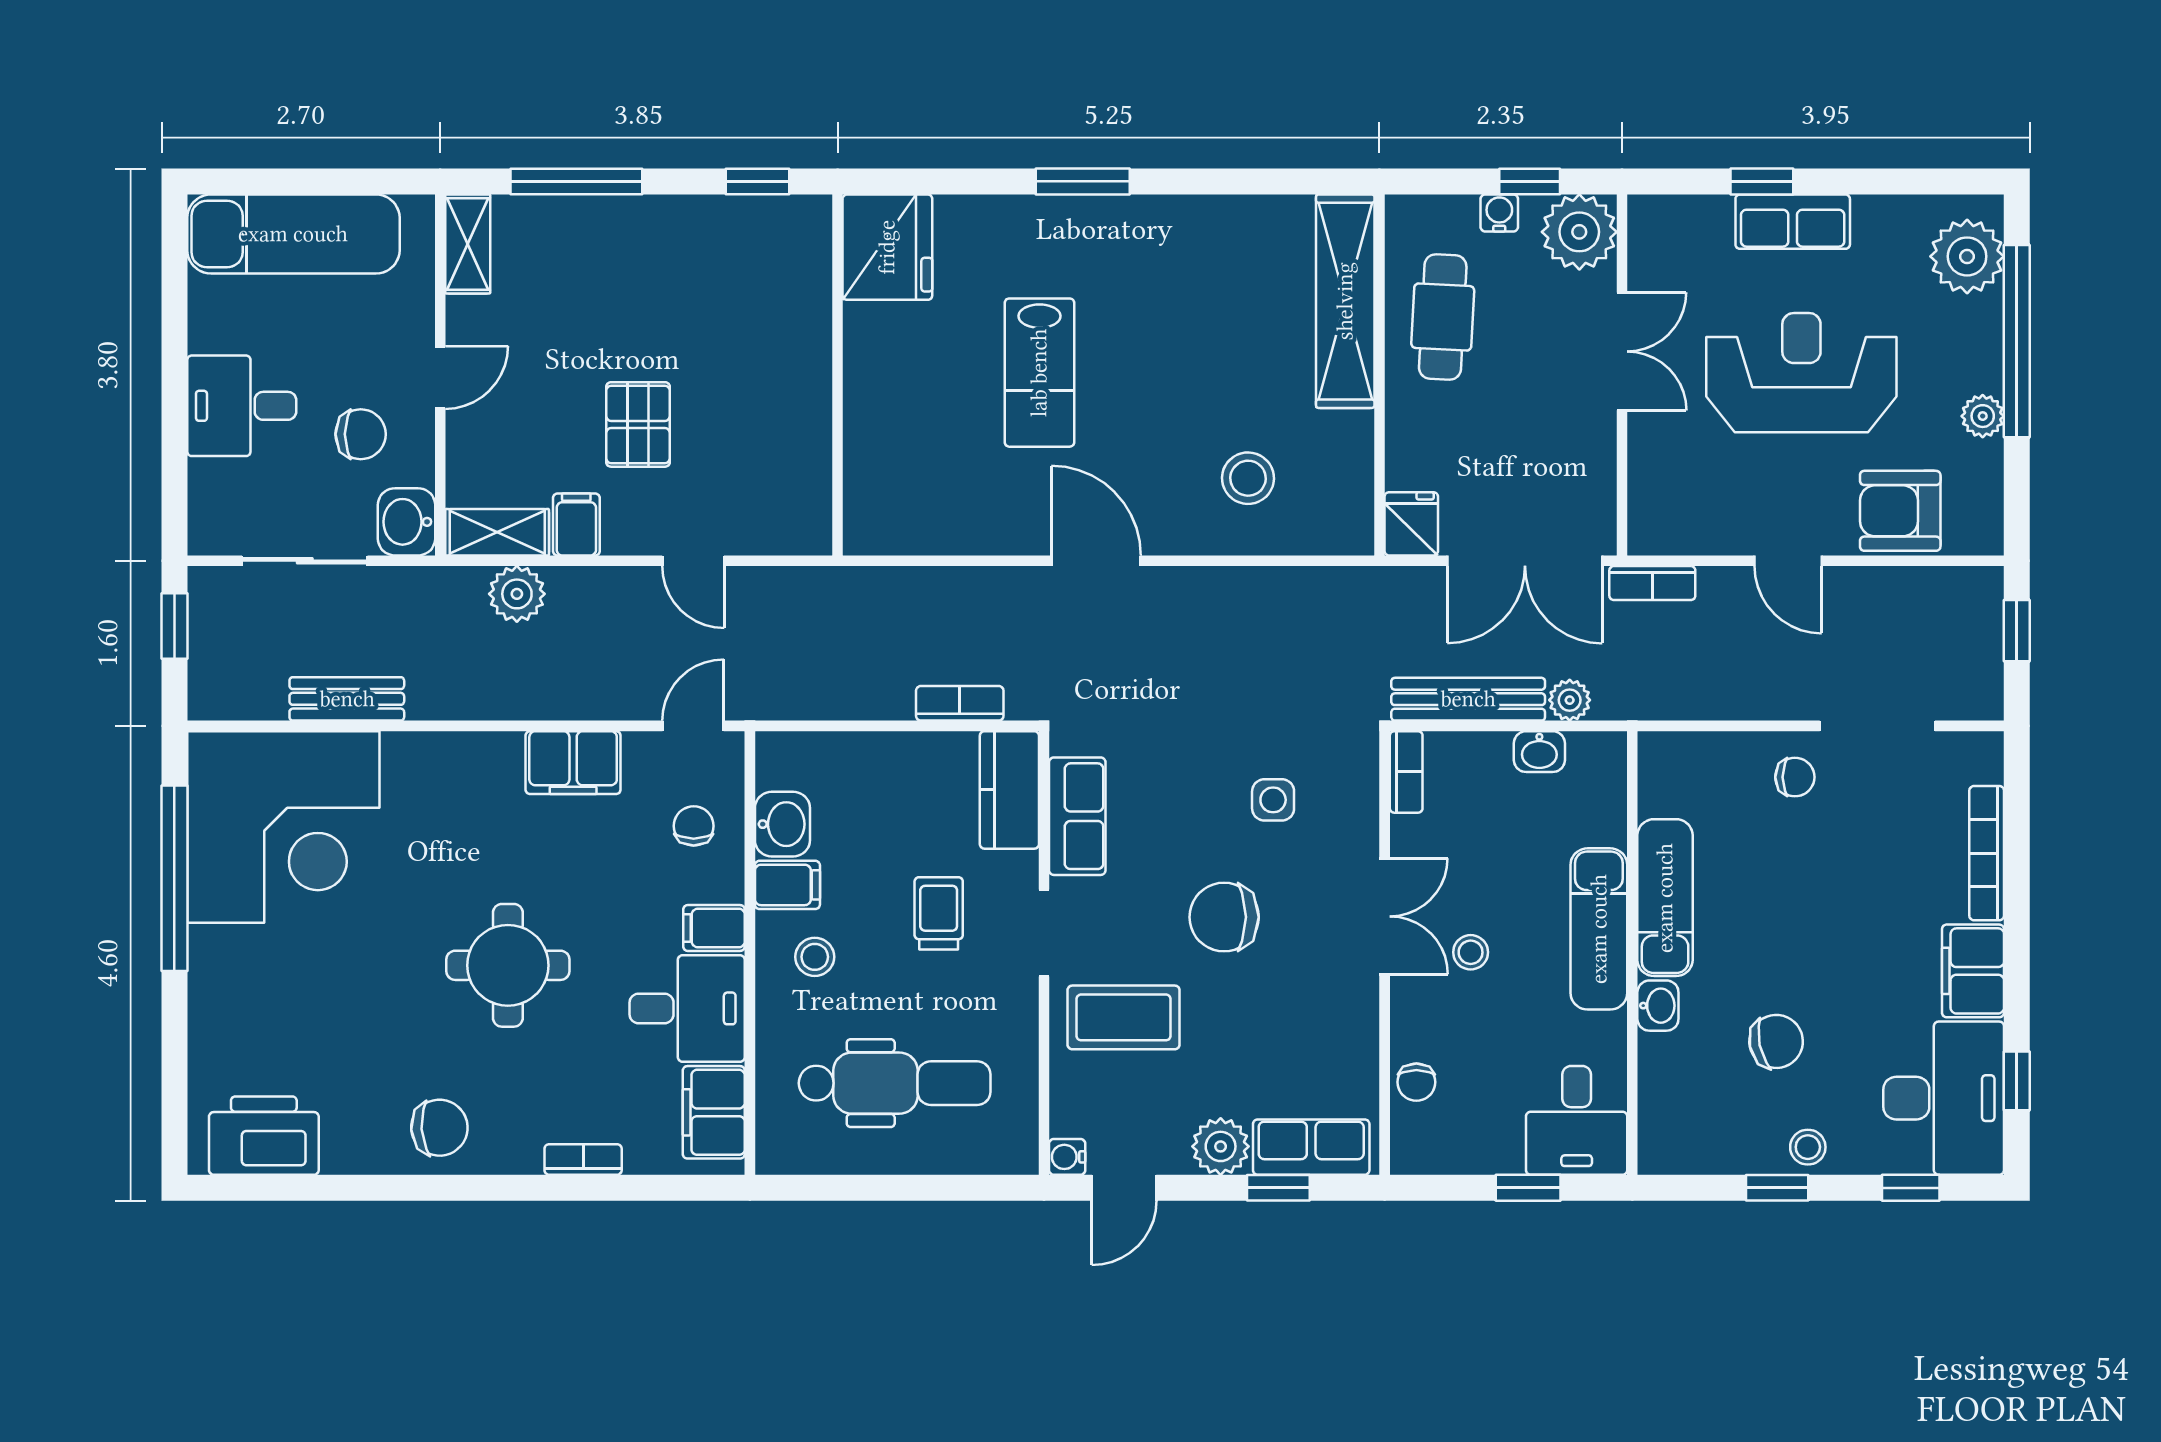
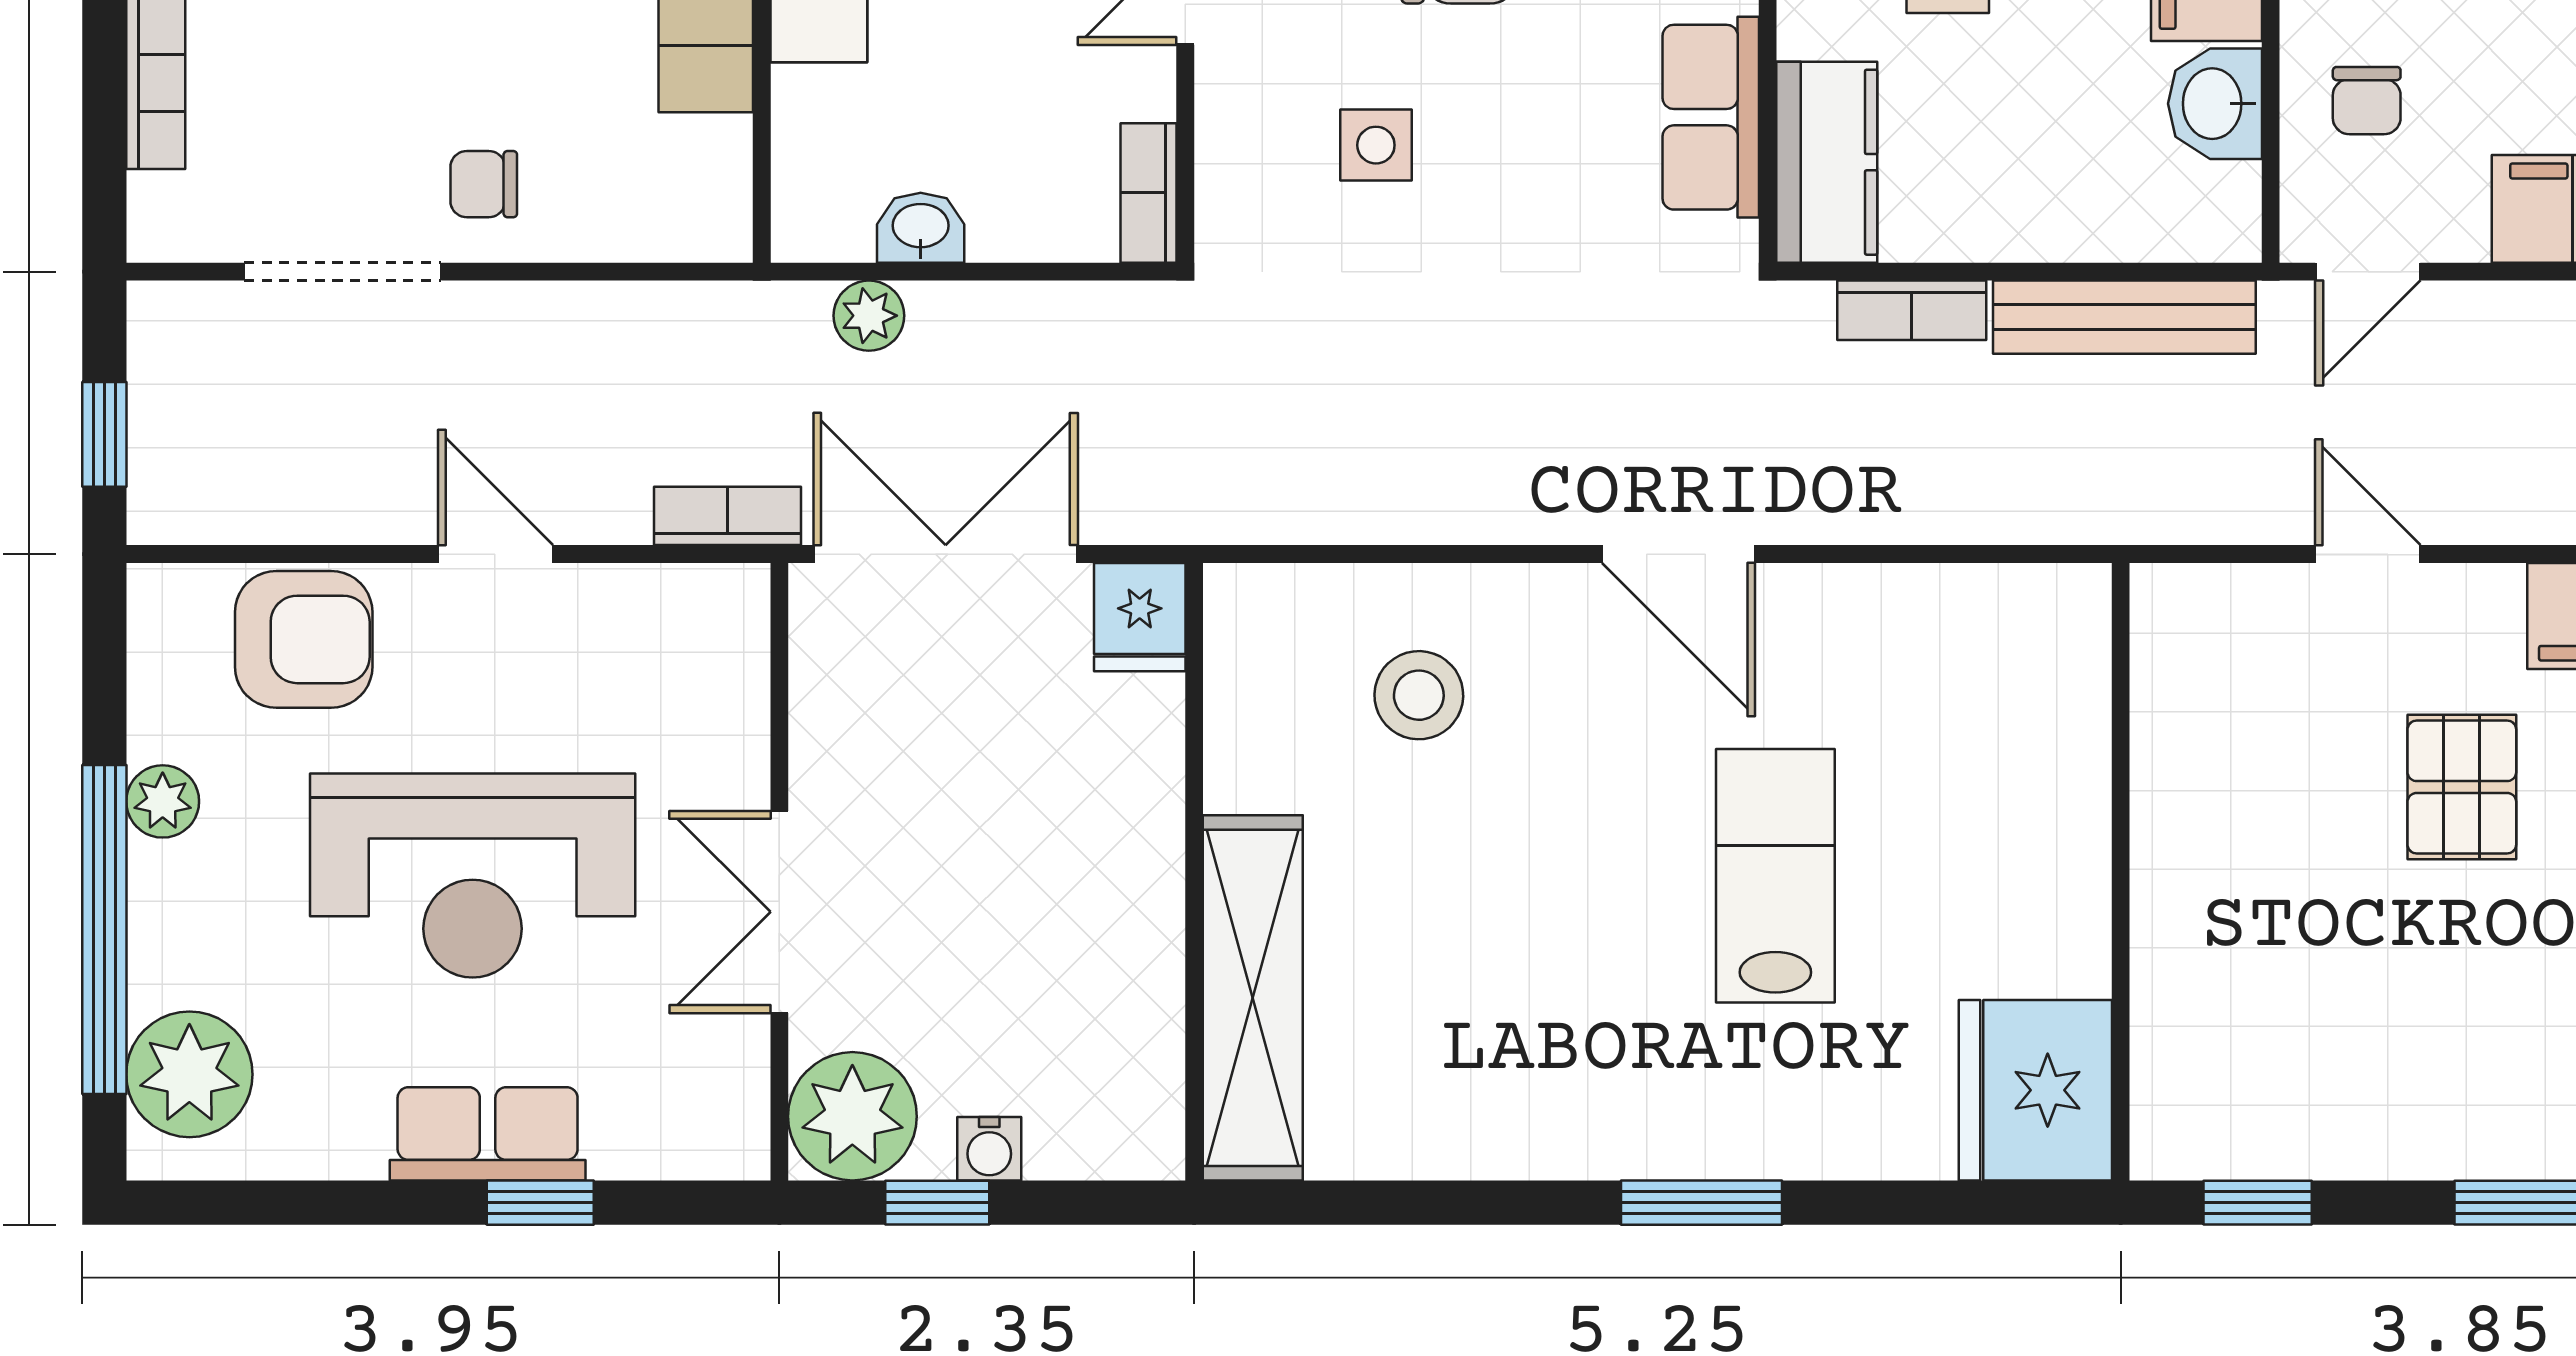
cafe table: (1443, 317) -> (1086, 971), removed
bench: (1468, 699) -> (2124, 317), moved

